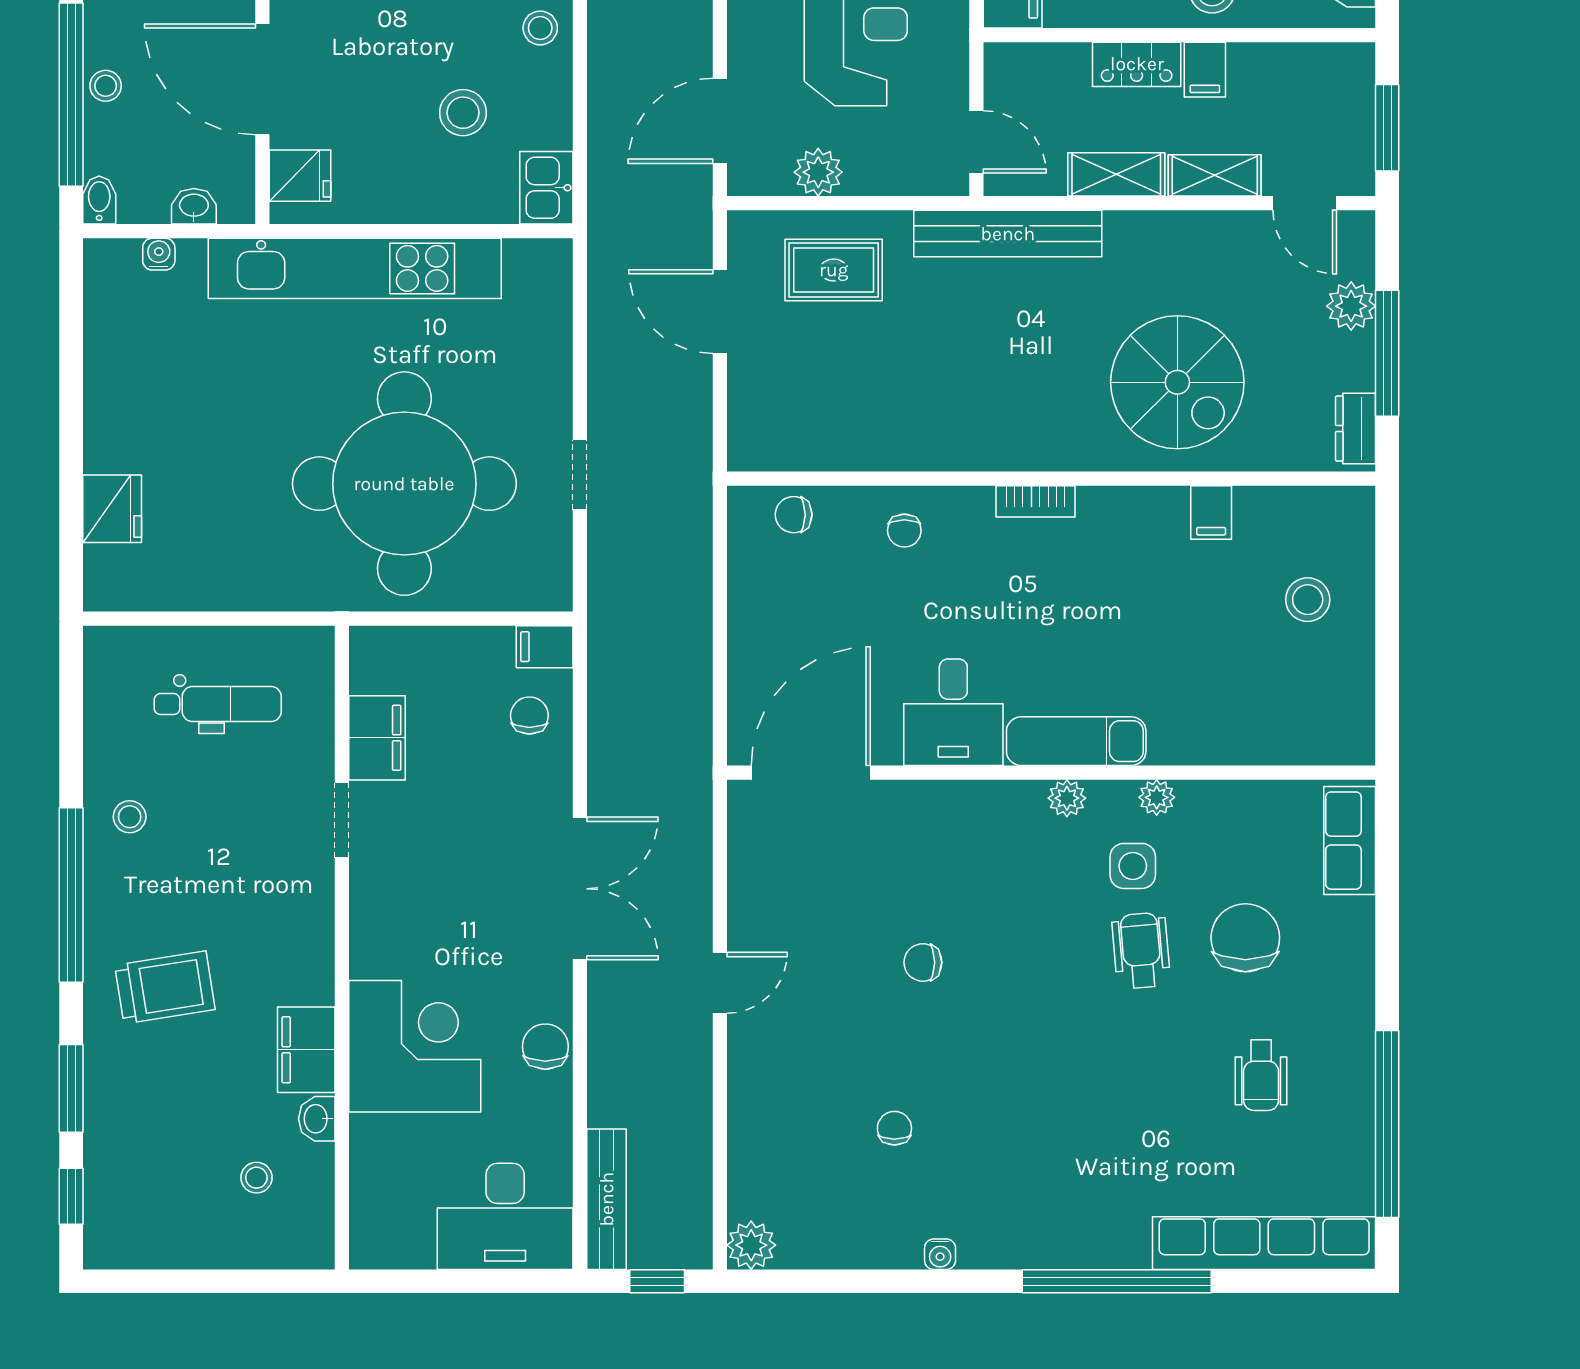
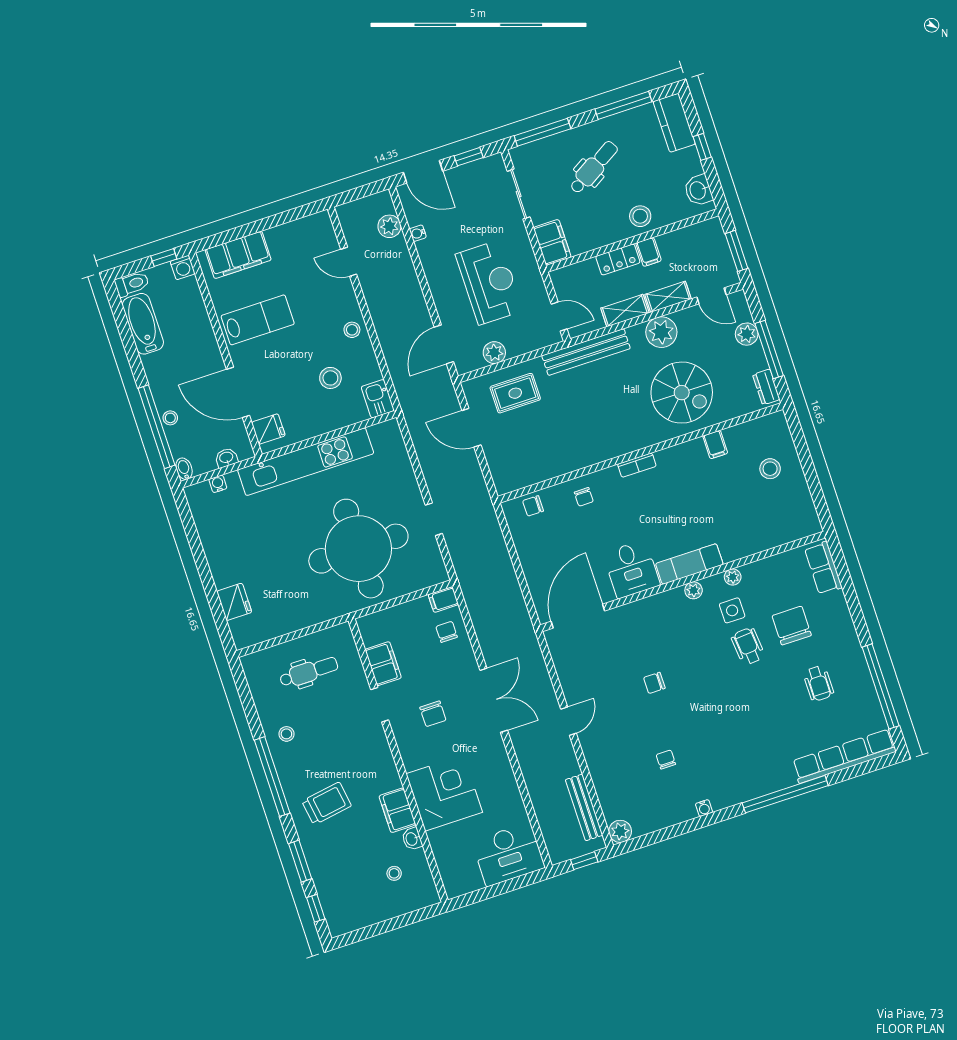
plant: (1177, 244) -> (661, 332), added
chair: (545, 1047) -> (433, 714), moved, turned 180
bench: (607, 1199) -> (584, 807), moved

